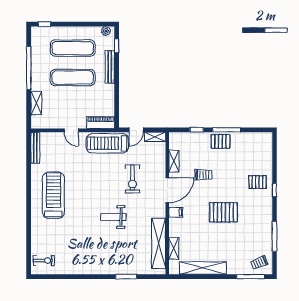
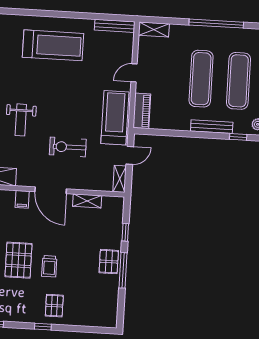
shelving: (36, 103) -> (154, 29), moved
door: (136, 130) -> (130, 155), swing flipped
trolley: (203, 175) -> (49, 266), moved
weight bench: (113, 217) -> (21, 120), turned 180

